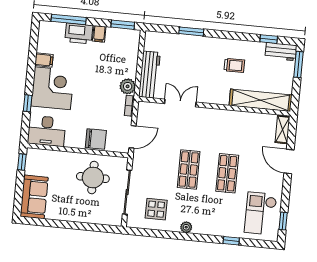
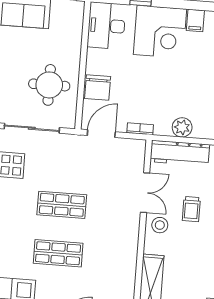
trolley: (234, 65) -> (191, 209), moved
plant: (128, 86) -> (182, 127), moved
stool: (206, 92) -> (160, 225), added
door: (133, 137) -> (101, 134), swing flipped

